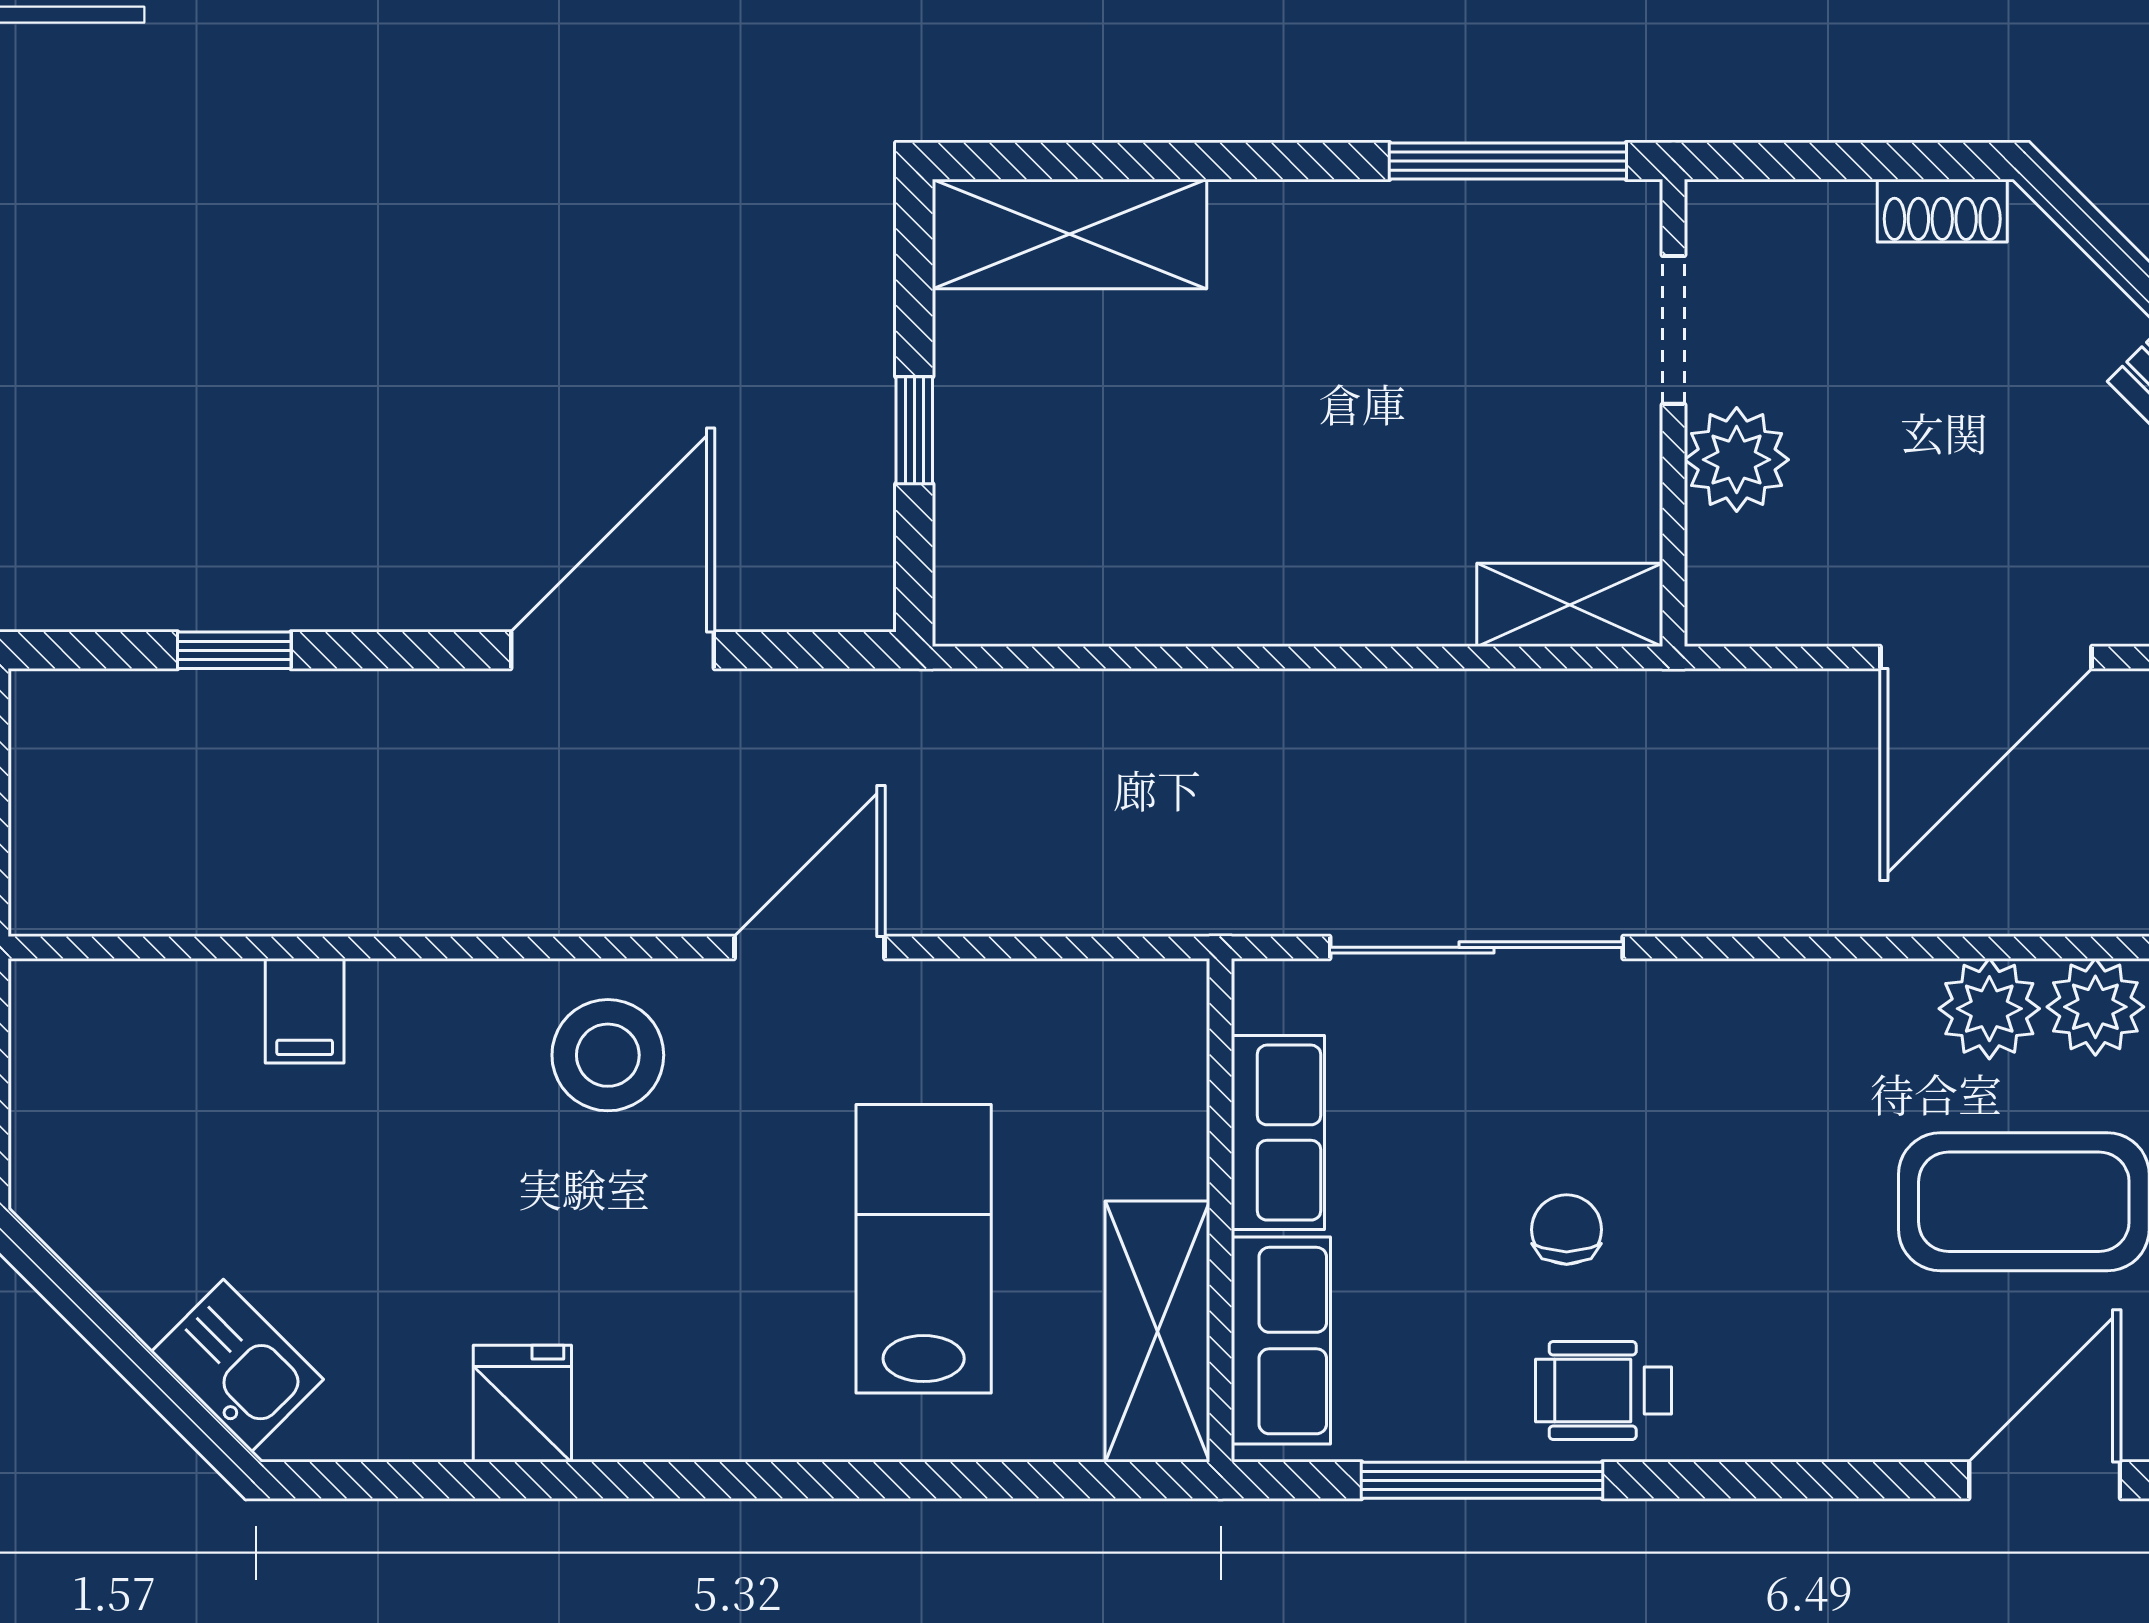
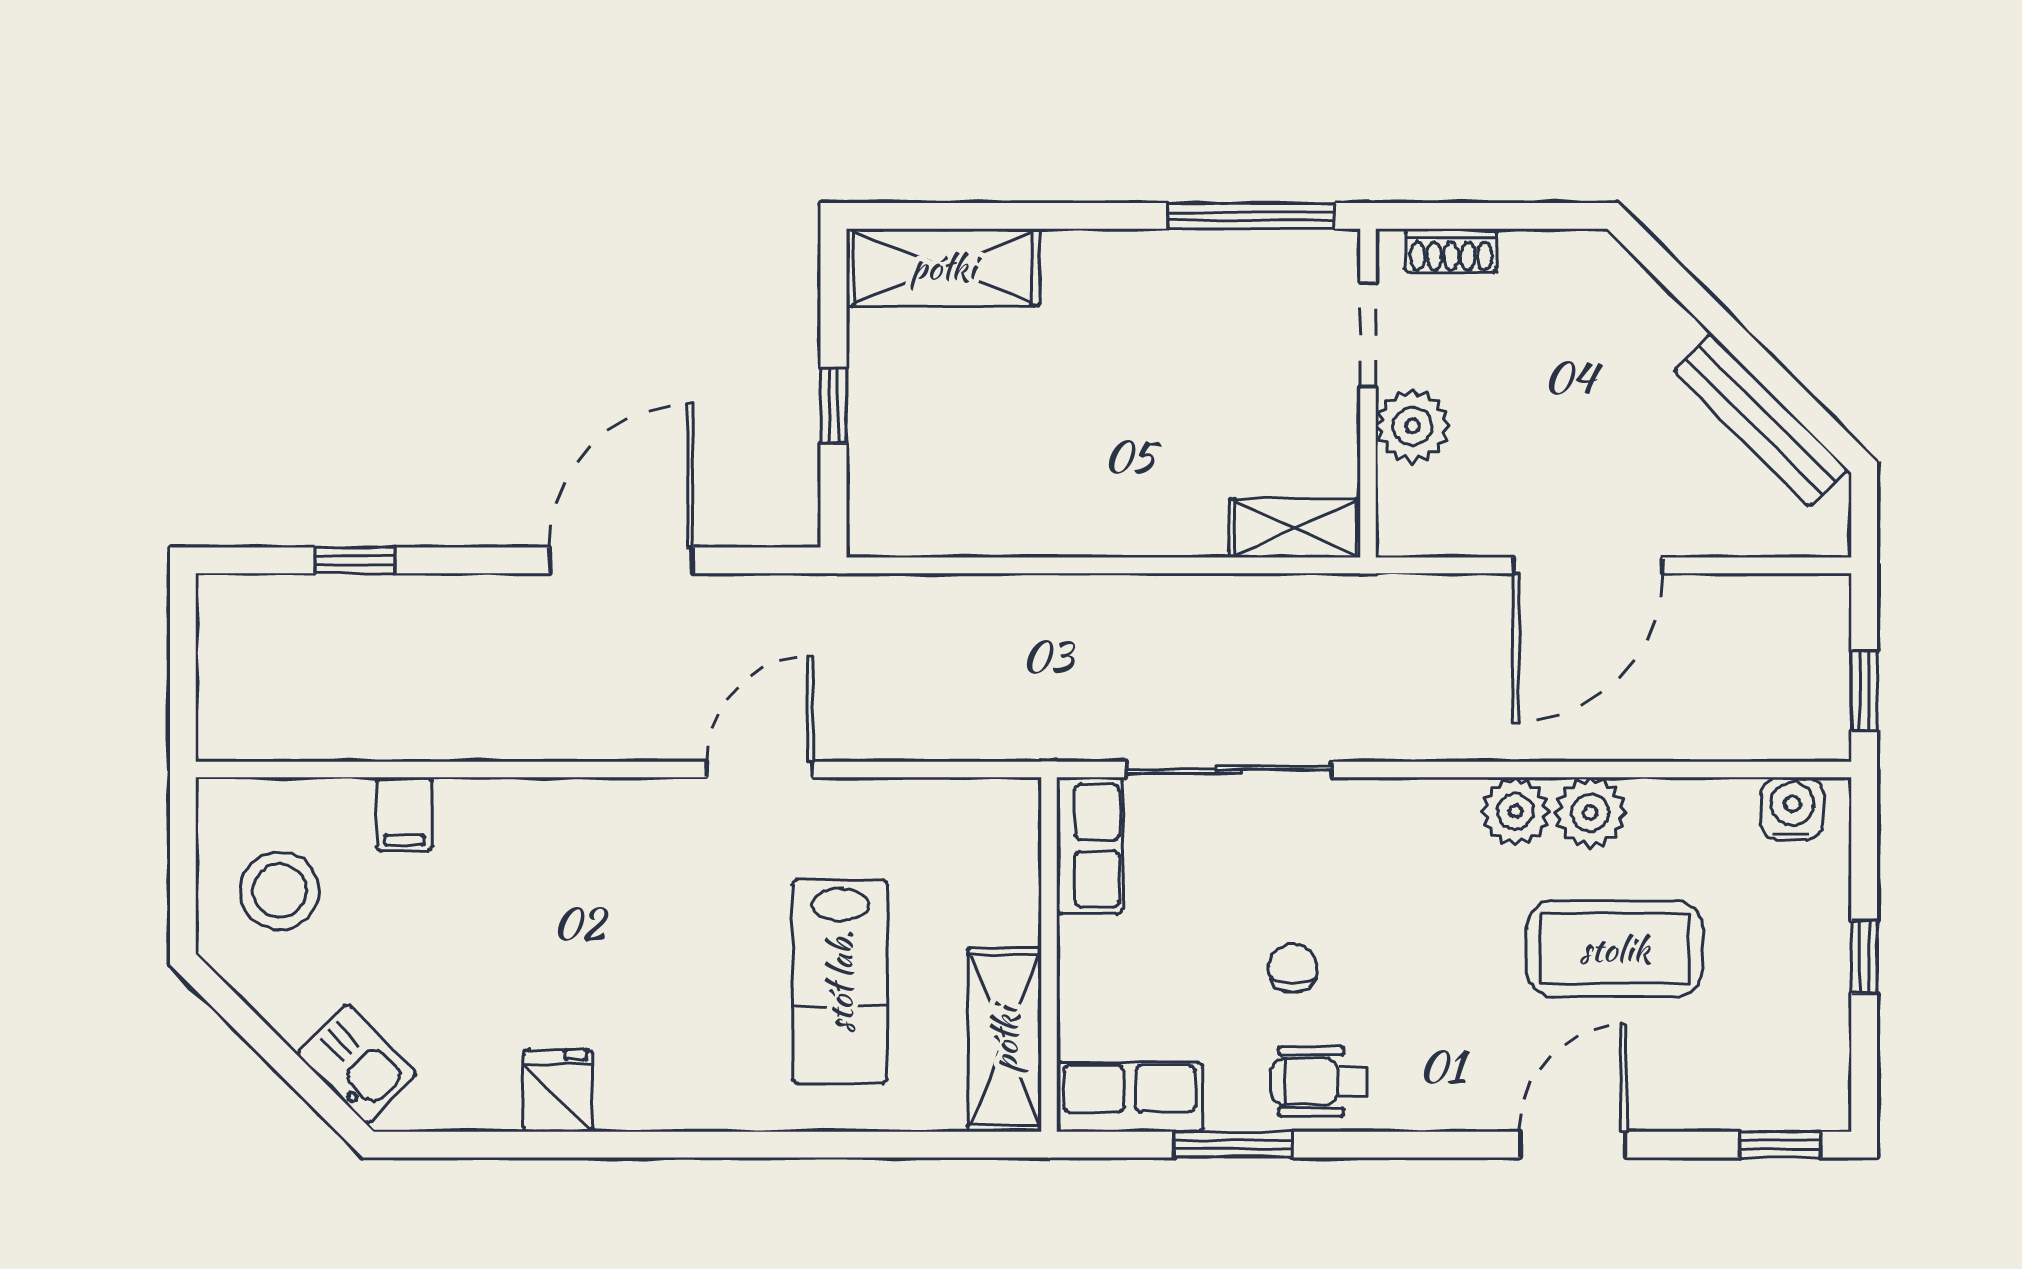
shoe rack: (1942, 211) -> (1451, 251), moved
plant: (2095, 1007) -> (1516, 811), moved
stool: (608, 1055) -> (280, 891), moved
row of seats: (1278, 1133) -> (1089, 846), moved
lab bench: (924, 1249) -> (840, 982), turned 180
row of seats: (1281, 1341) -> (1130, 1097), moved, turned -90
window: (1482, 1480) -> (1233, 1145), width x0.69
door: (2045, 1480) -> (1573, 1145), moved

